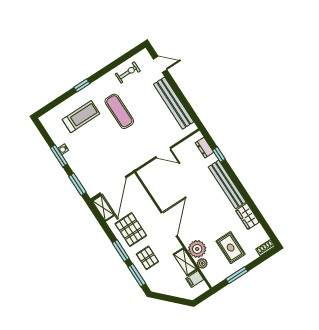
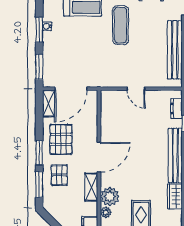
shelving: (185, 262) -> (91, 187), moved

